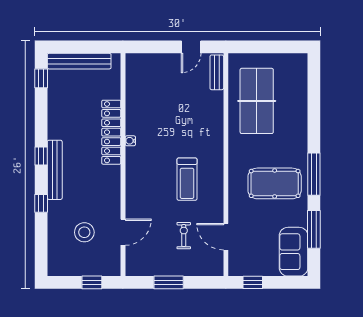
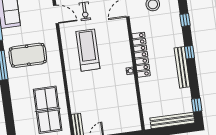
locker: (111, 132) -> (141, 55), moved
bench: (55, 170) -> (182, 67), moved
treadmill: (187, 179) -> (88, 50), width x1.37, depth x1.38

